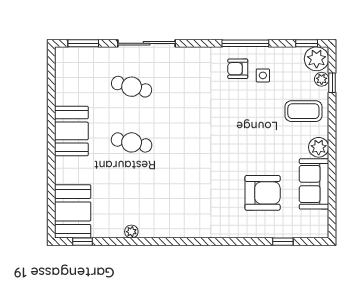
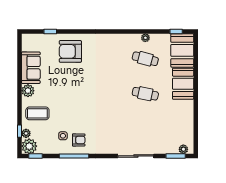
plant: (71, 54) -> (183, 149), added
cafe table: (132, 87) -> (145, 59), moved
booth: (71, 131) -> (183, 84), moved
armchair: (263, 193) -> (70, 51), moved

